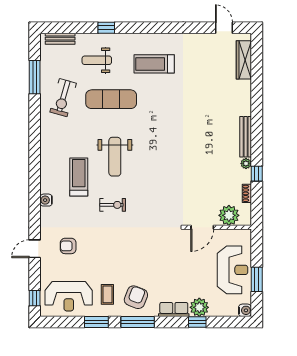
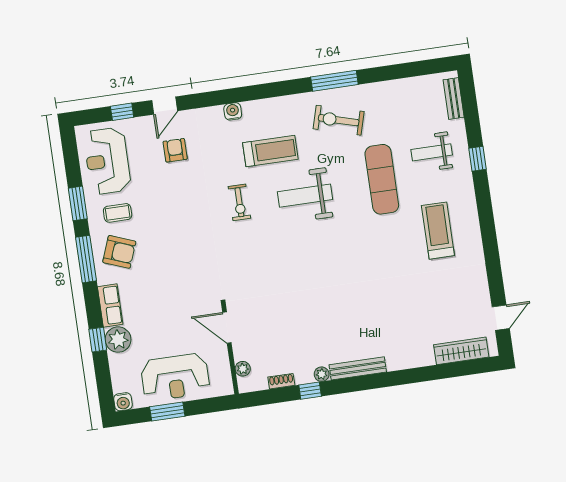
weight bench: (97, 60) -> (432, 152), turned -90
window: (35, 77) -> (334, 81), moved
exercise bike: (63, 98) -> (339, 120), moved
plant: (229, 215) -> (243, 369), width x0.53, depth x0.53
door: (35, 249) -> (165, 106), swing flipped
window: (35, 298) -> (122, 112), moved

